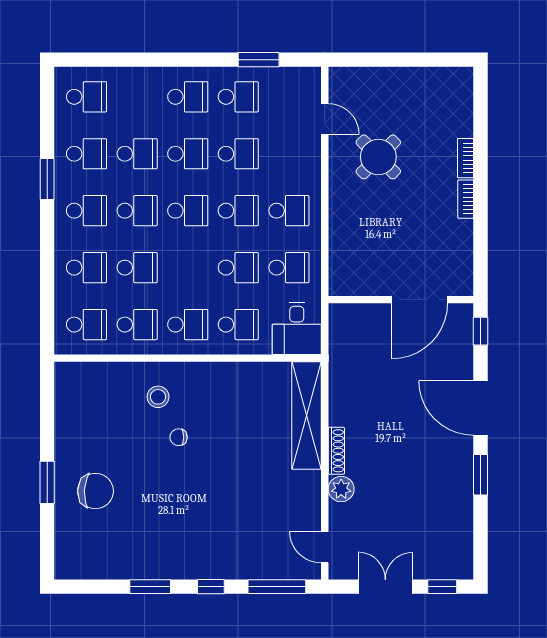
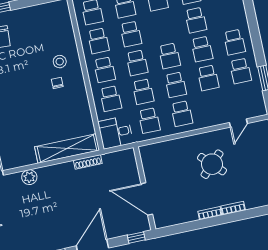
round table: (378, 157) -> (212, 164), moved
school desk: (137, 211) -> (137, 63), moved
chair: (179, 437) -> (57, 83), moved
shoe rack: (336, 451) -> (88, 162), moved

